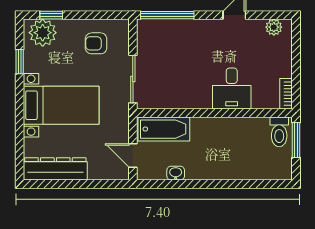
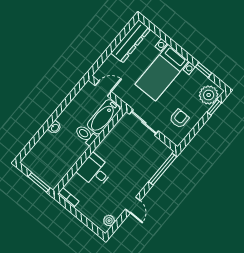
toilet: (279, 132) -> (86, 135), moved
washbasin: (176, 173) -> (55, 128), moved

